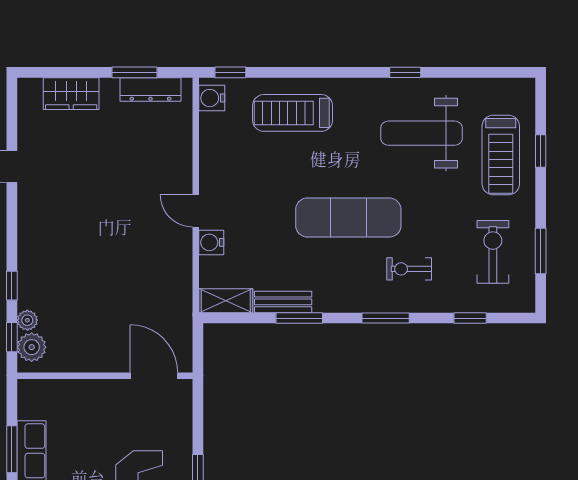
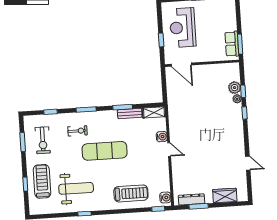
wall: (105, 376) -> (202, 63), moved
door: (154, 376) -> (181, 65), moved

